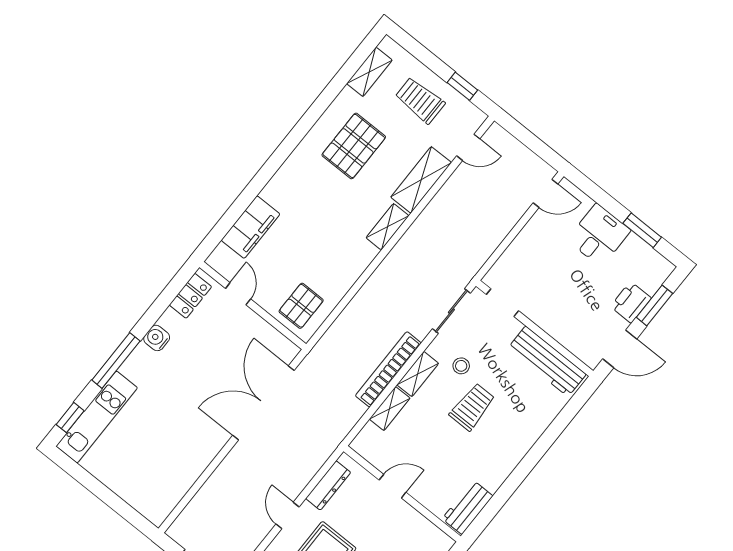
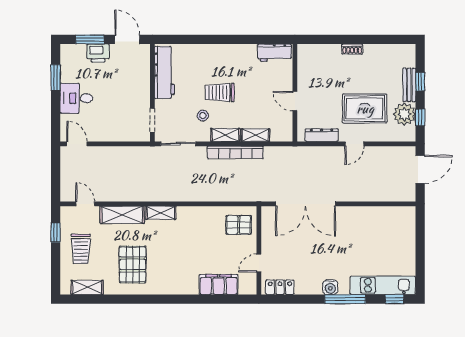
pallet: (354, 146) -> (133, 264), turned 90
water cooler: (157, 338) -> (330, 287), moved

